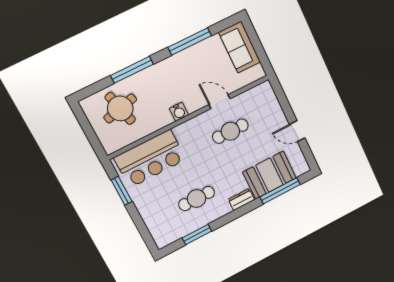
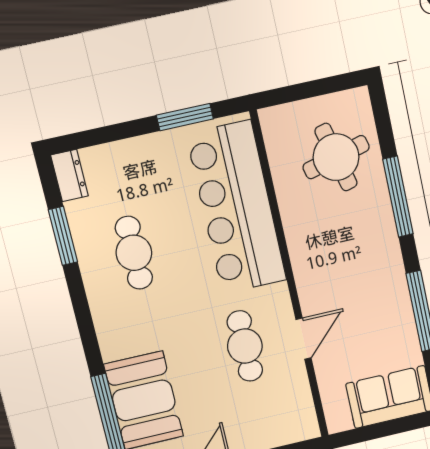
water cooler: (179, 112) -> (304, 261), removed
bar counter: (150, 159) -> (237, 208), width x1.36
dresser: (241, 200) -> (69, 175), moved

